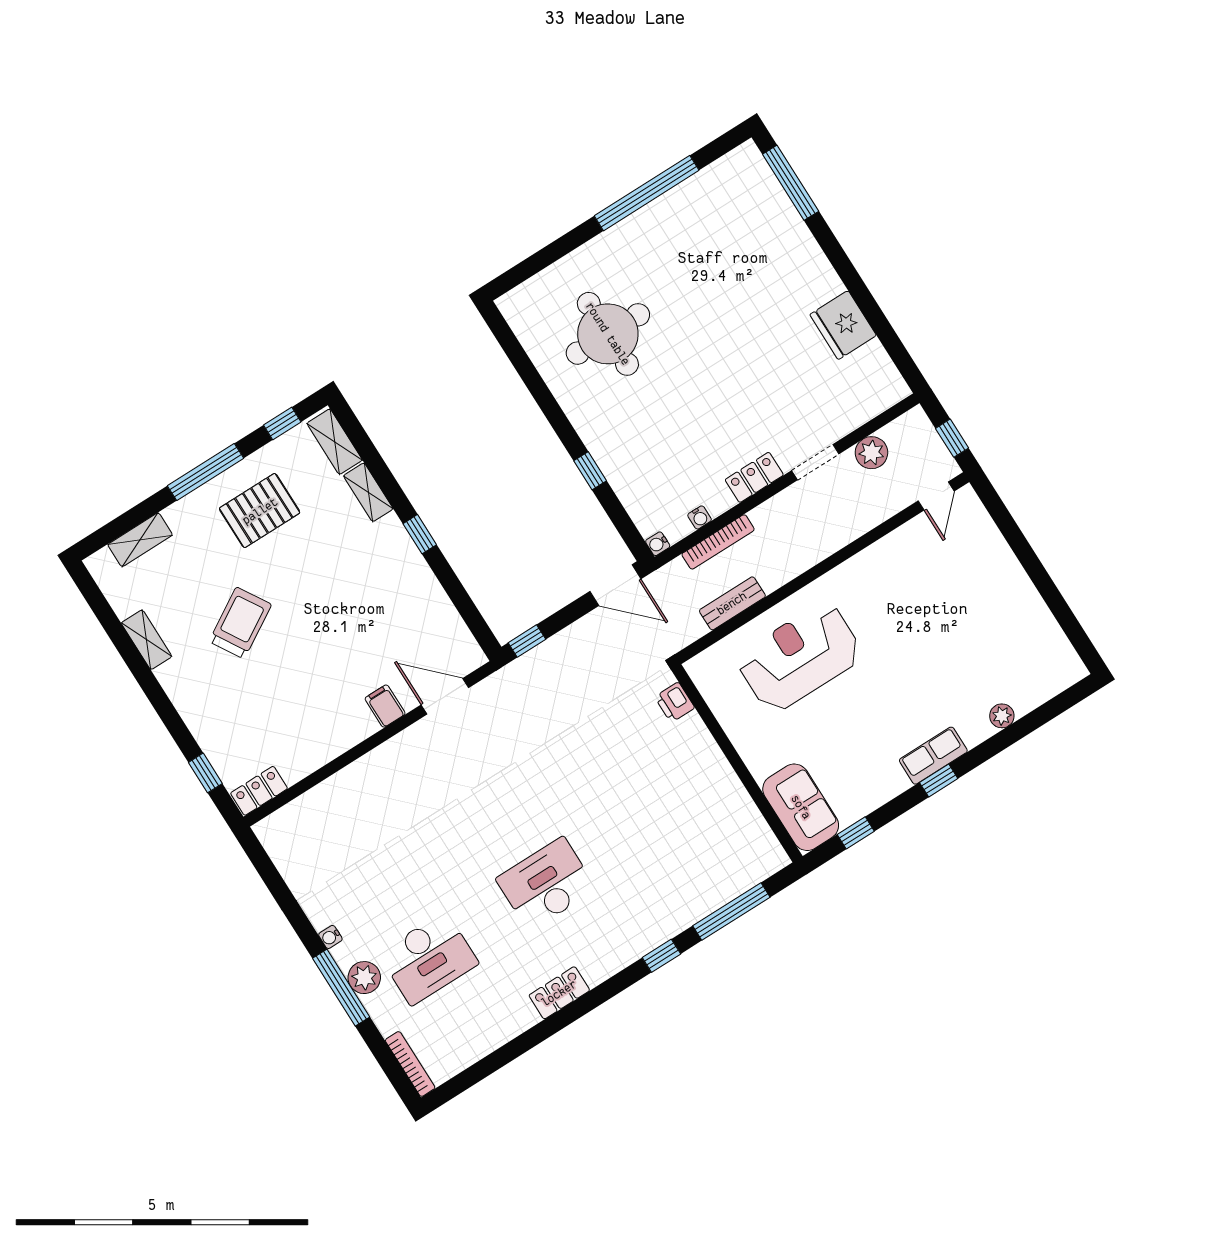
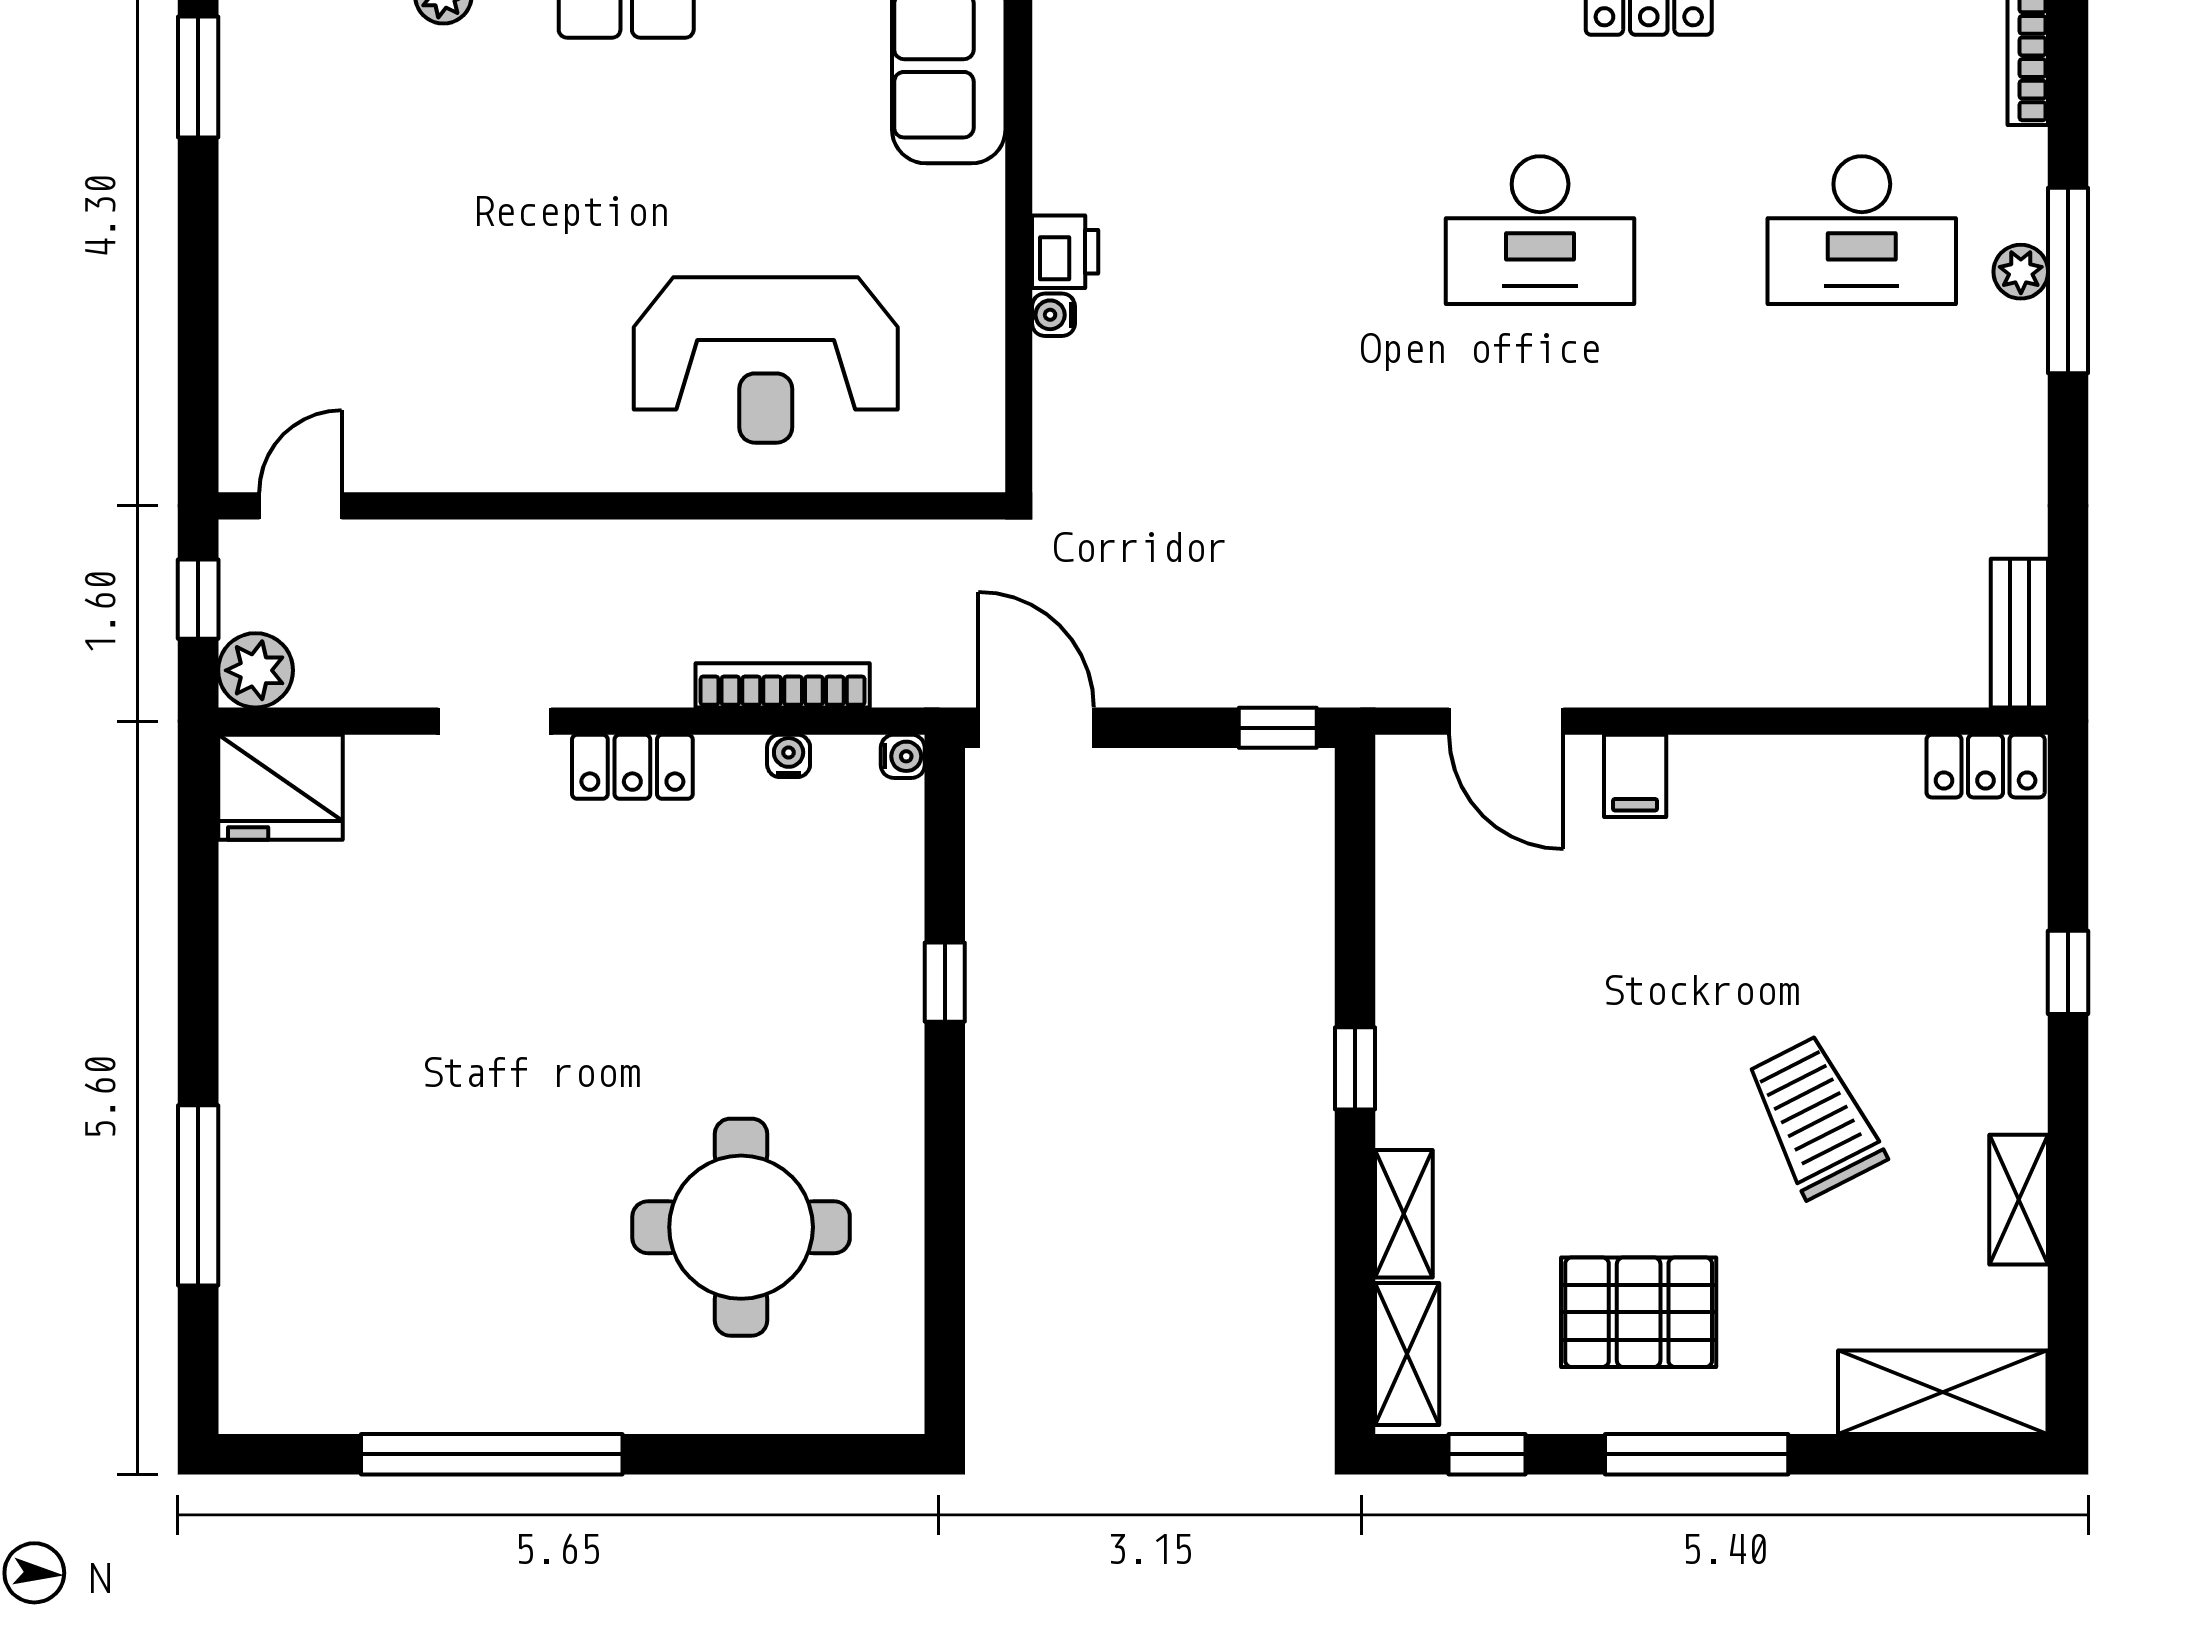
window: (791, 183) -> (198, 1195), moved
fridge: (843, 325) -> (280, 787), moved, turned 90
plant: (871, 453) -> (256, 670), moved
shelving: (140, 540) -> (1943, 1392), width x1.50, depth x1.33
bench: (732, 603) -> (2019, 633), moved, turned 90
trolley: (240, 623) -> (1815, 1117), turned 94
window: (1073, 629) -> (198, 77), added
printer: (675, 702) -> (1065, 252), moved
window: (205, 773) -> (2068, 972), moved
water cooler: (330, 937) -> (1053, 315), moved, turned 180
desk: (428, 958) -> (1862, 230), turned 180
plant: (364, 978) -> (2021, 272), width x0.73, depth x0.73

